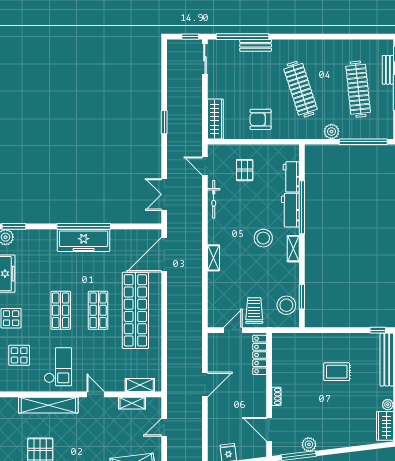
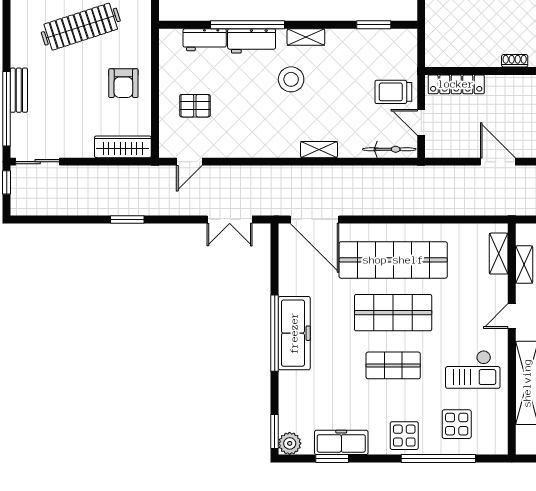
bicycle: (214, 199) -> (389, 149), moved
stool: (286, 305) -> (386, 47), removed
shop shelf: (98, 310) -> (393, 313), width x1.43, depth x1.36
checkout: (58, 367) -> (473, 369), turned 180

